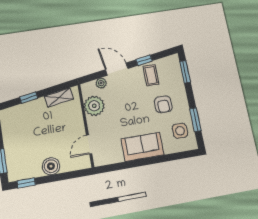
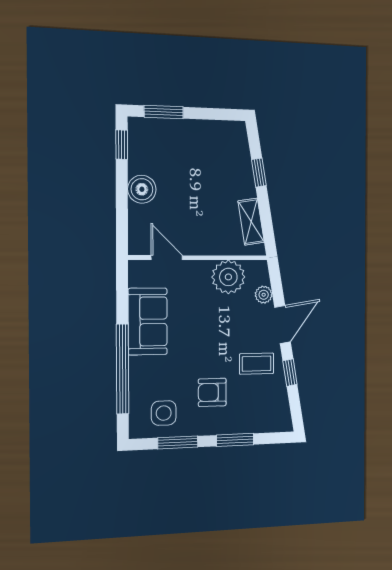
window: (185, 72) -> (235, 440), moved
coffee table: (151, 75) -> (257, 364), moved
sofa: (143, 147) -> (148, 321), moved
window: (159, 159) -> (123, 369), added

